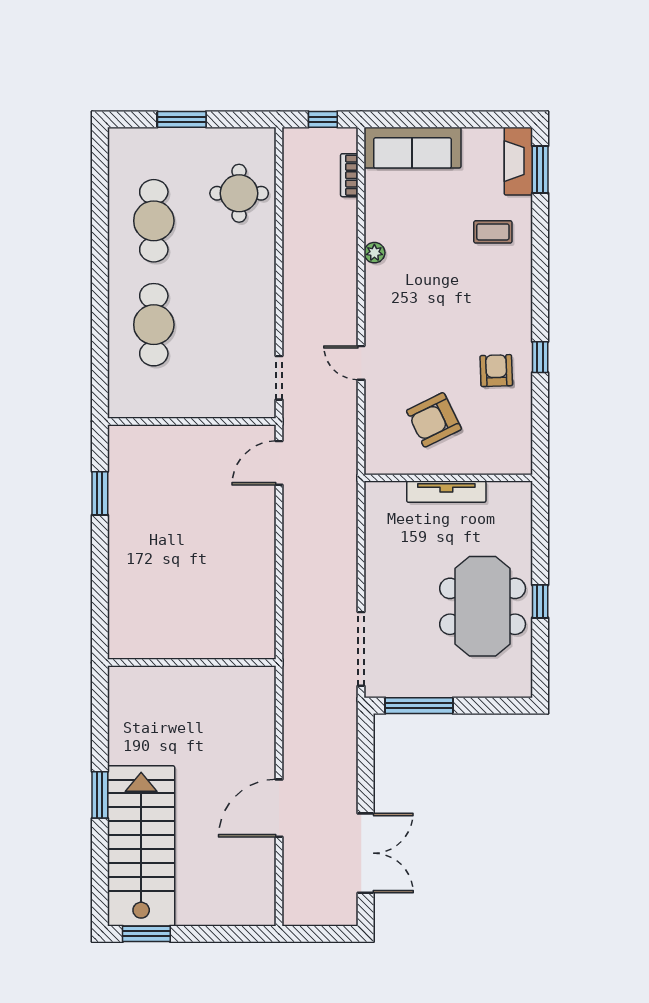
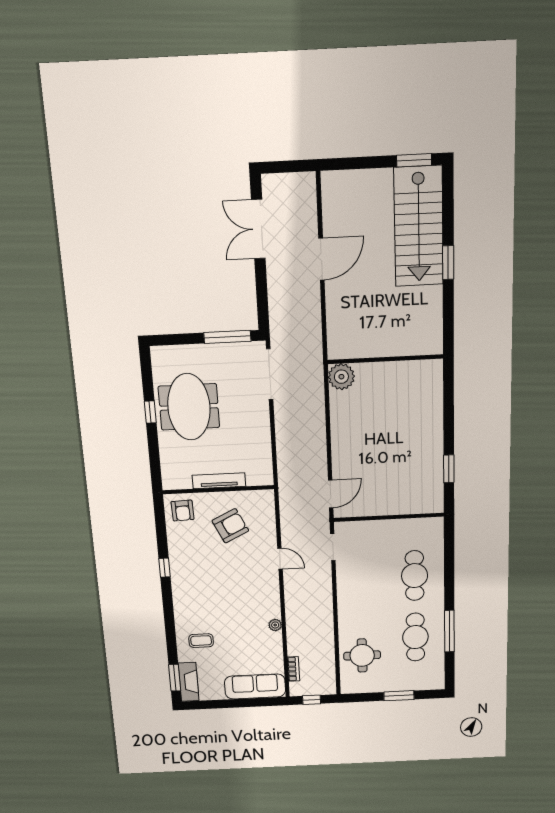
window: (100, 228) -> (449, 631), added
armchair: (496, 371) -> (183, 511), moved
plant: (257, 640) -> (341, 377), added

